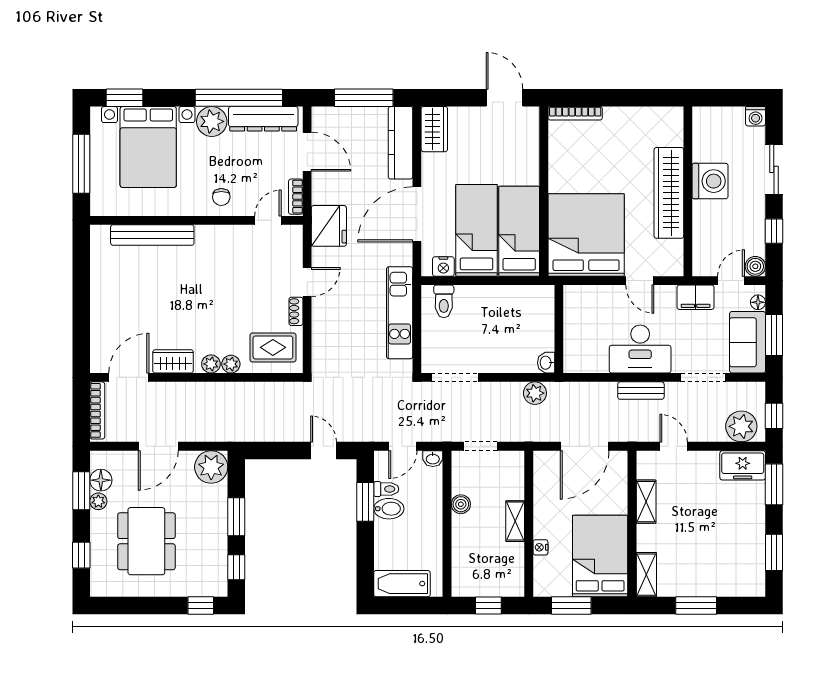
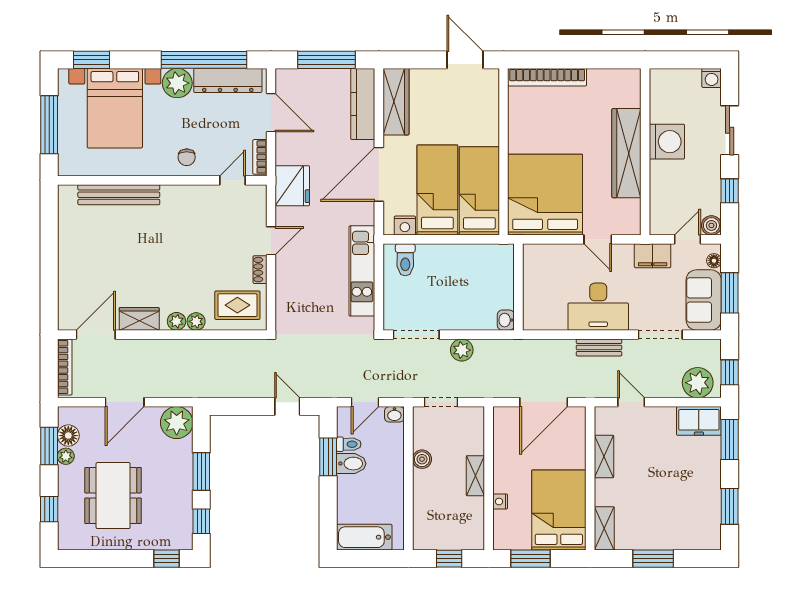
bookcase: (575, 113) -> (547, 77), width x1.48, depth x1.31
wardrobe: (434, 129) -> (396, 102), width x1.50
plant: (535, 393) -> (462, 350), moved

